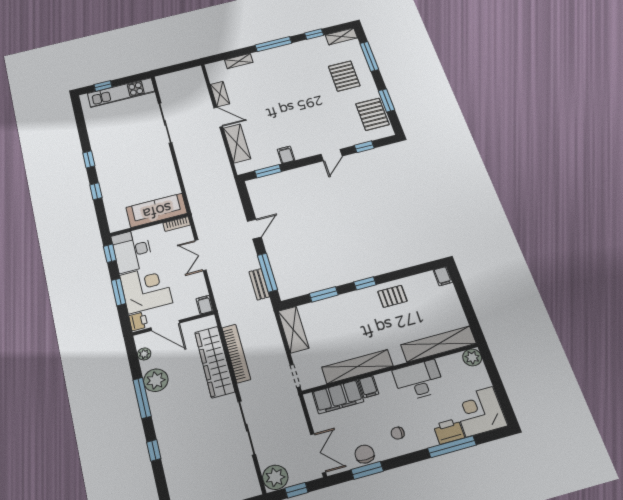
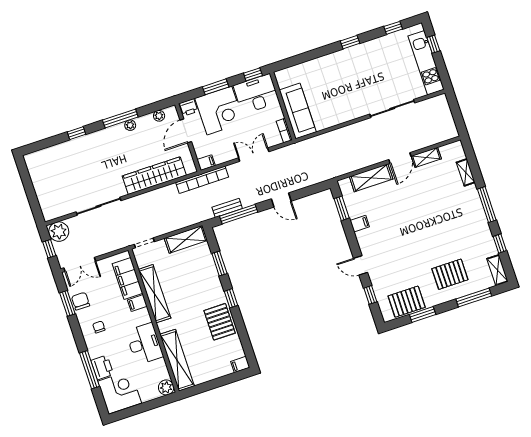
window: (96, 191) -> (393, 28), moved
pallet: (392, 296) -> (220, 322), width x1.50, depth x1.42
bookcase: (236, 353) -> (202, 180), moved
plant: (156, 380) -> (130, 125), width x0.53, depth x0.53
chair: (365, 454) -> (81, 301), turned -90

